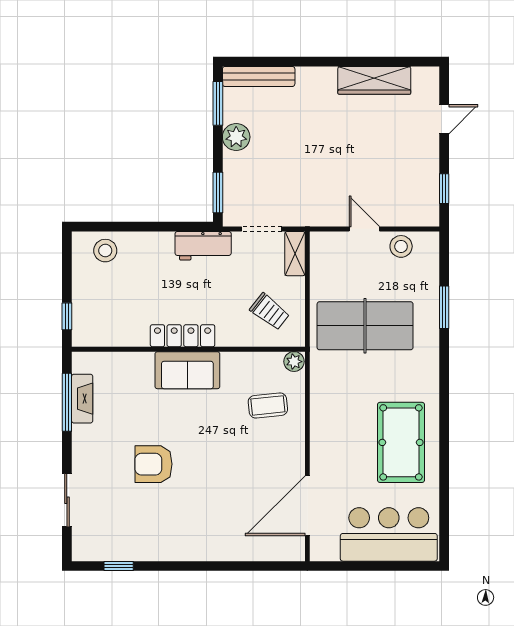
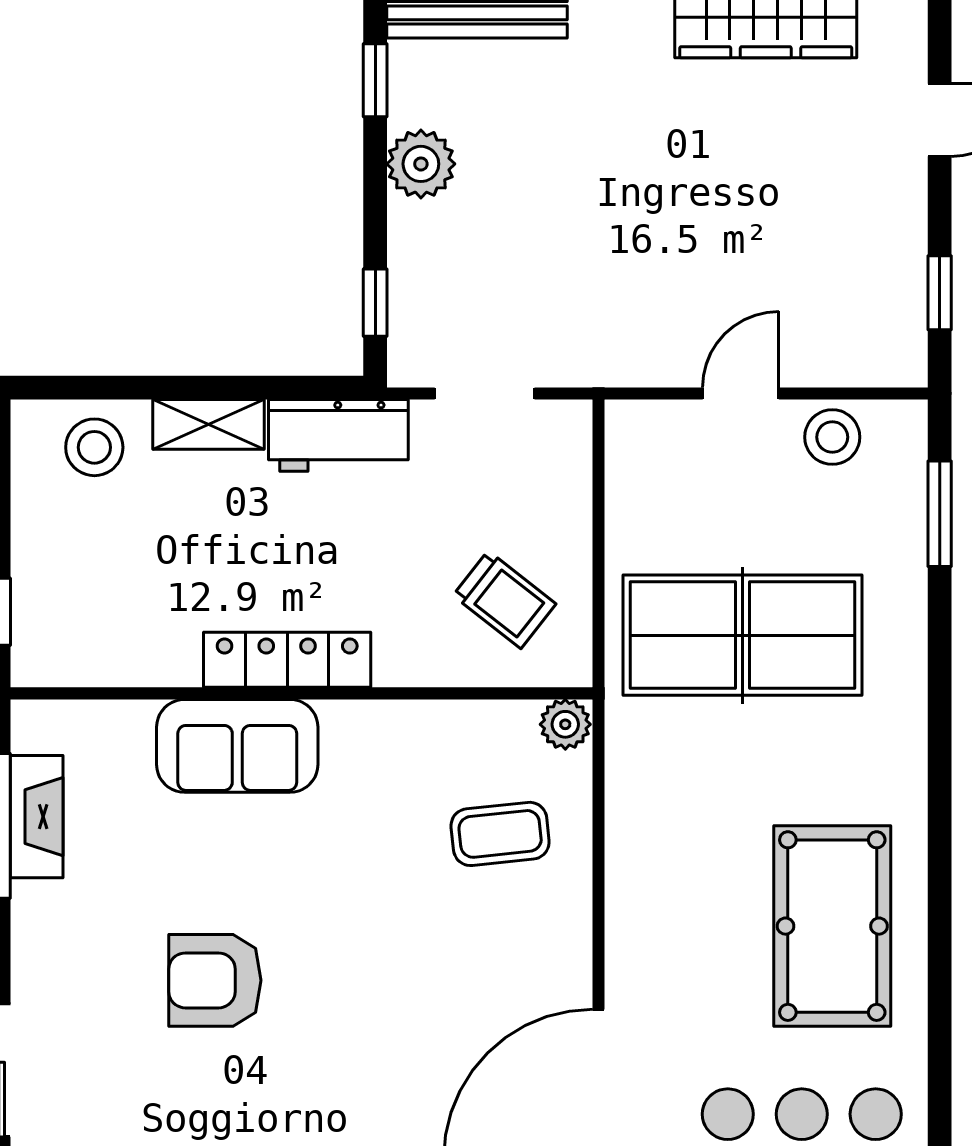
window: (218, 103) -> (375, 80), width x0.67
window: (218, 193) -> (375, 303), width x0.67
door: (364, 229) -> (741, 393), hinge flipped
shelving: (295, 254) -> (208, 424), moved, turned 90
window: (444, 307) -> (940, 514), moved
sofa: (187, 370) -> (237, 746), moved

